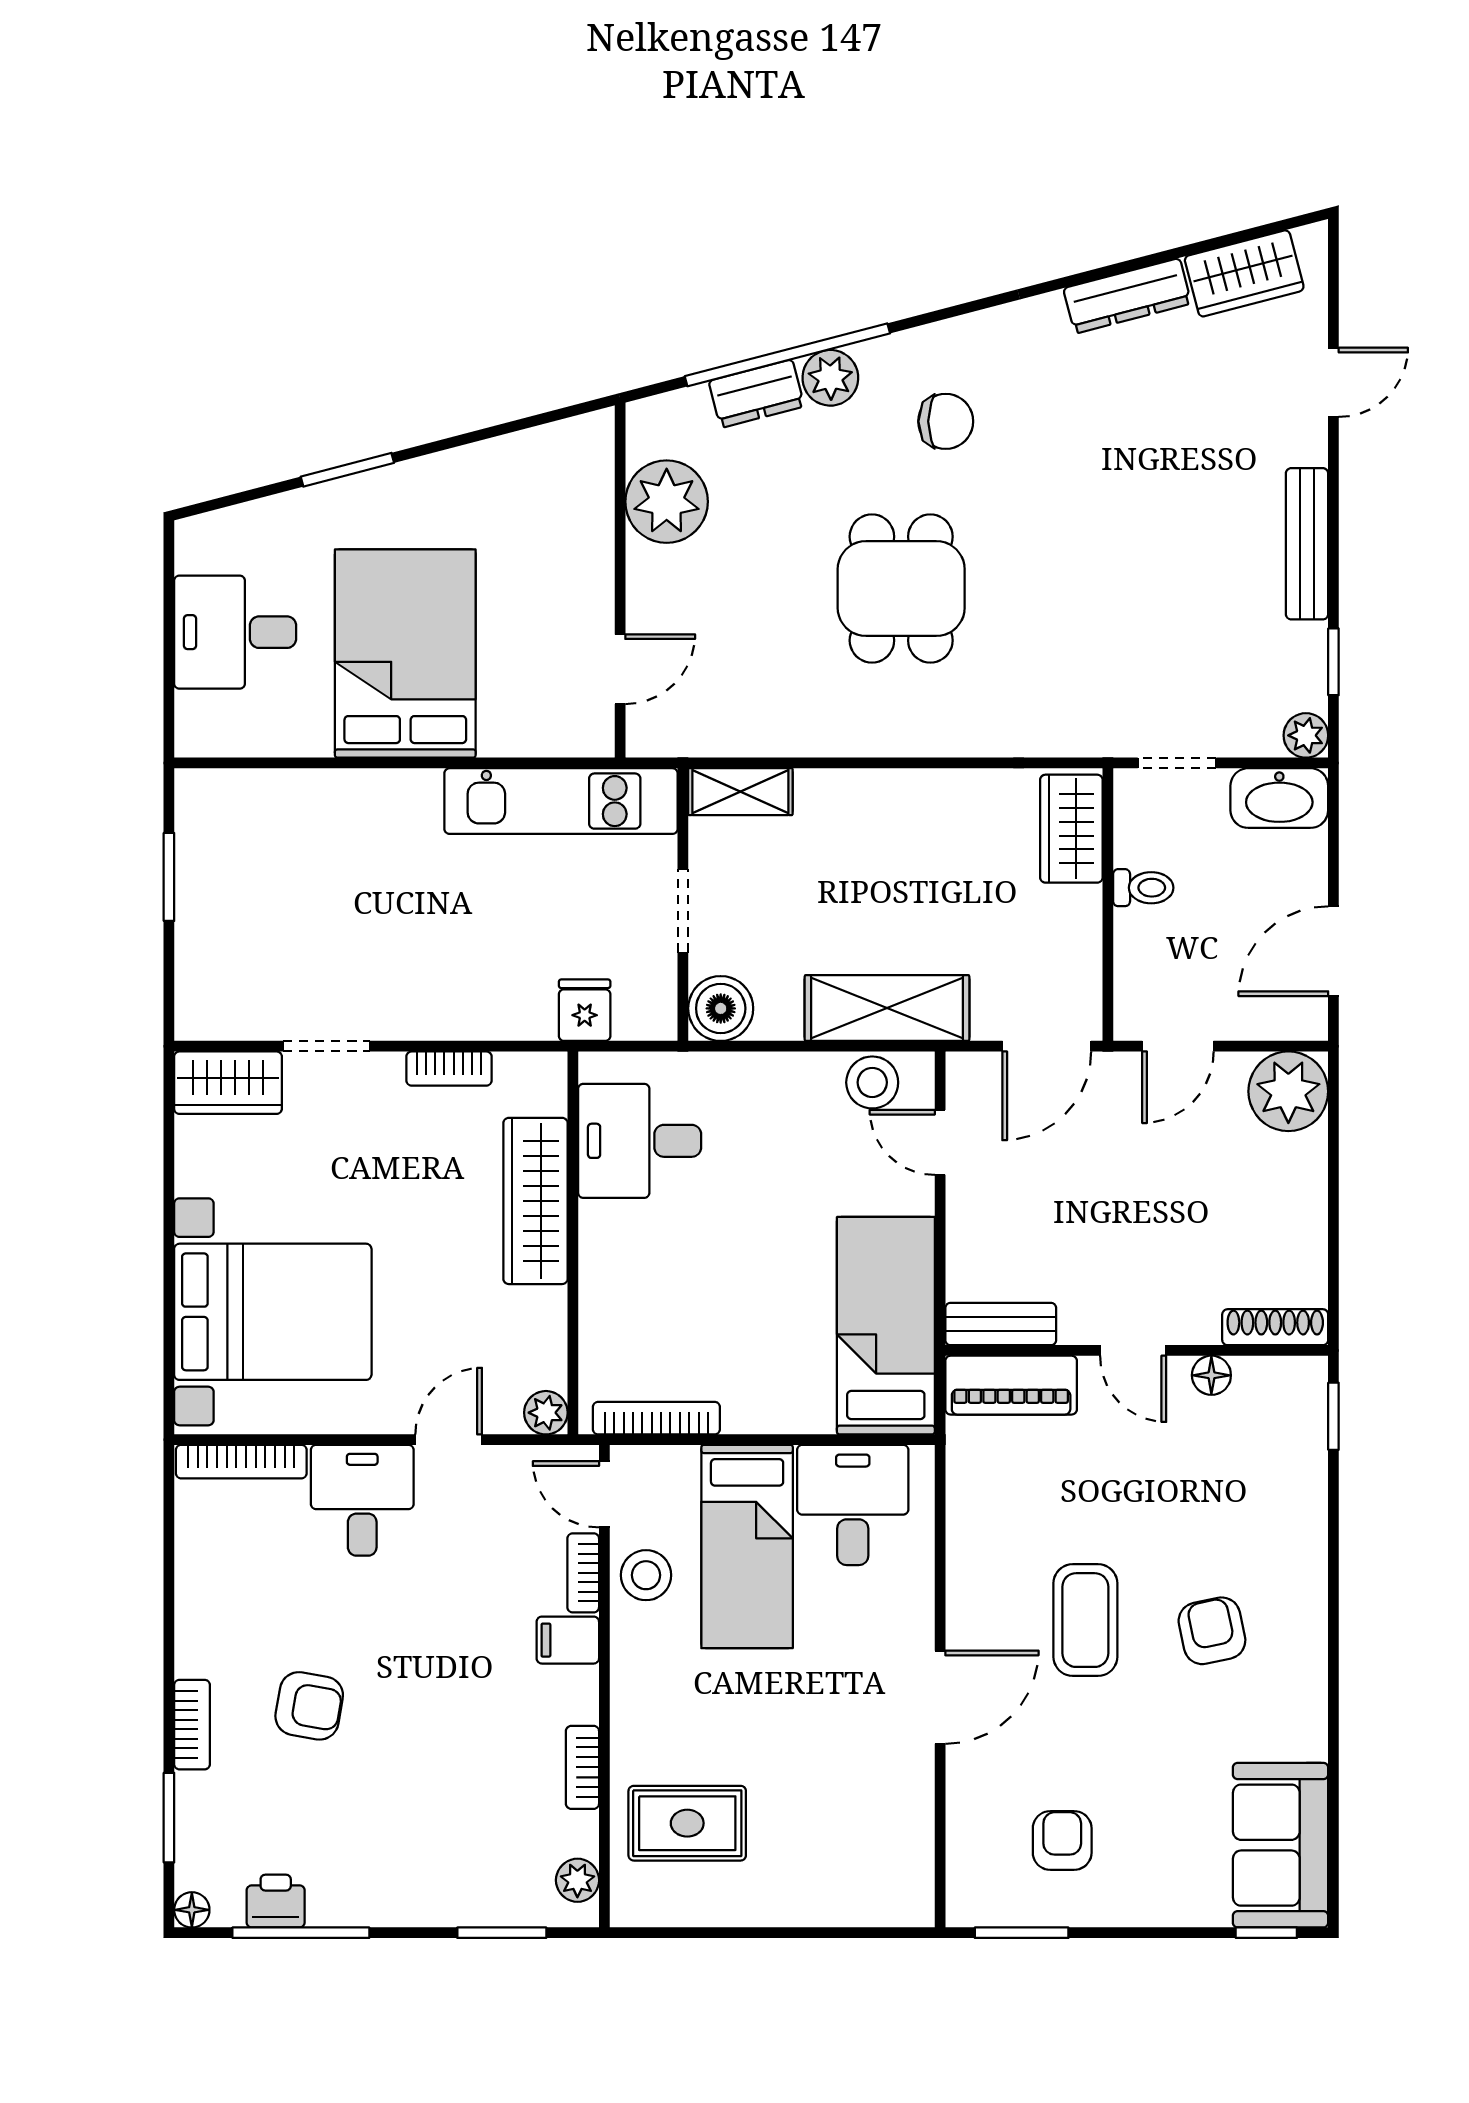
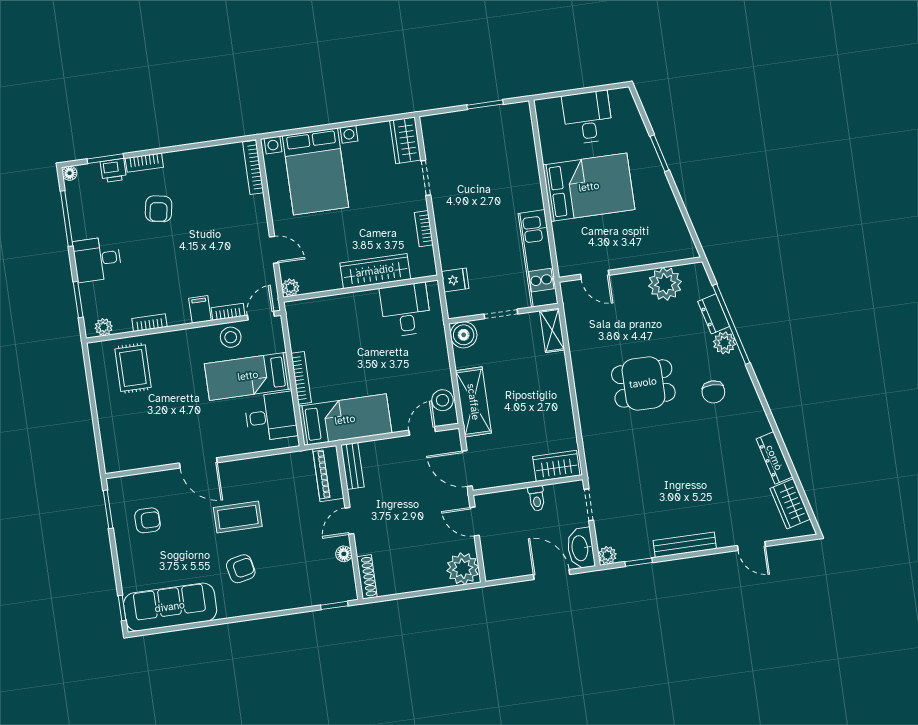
door: (1333, 951) -> (552, 575), moved
bookcase: (656, 1418) -> (301, 378), moved
desk: (362, 1500) -> (97, 259), moved, turned 180
sofa: (1281, 1845) -> (170, 607), width x1.36
printer: (276, 1901) -> (113, 171), moved, turned 90

